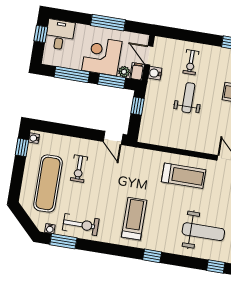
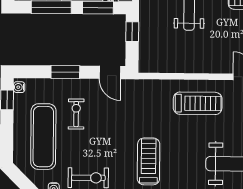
window: (75, 132) -> (65, 72), added
exercise bike: (79, 169) -> (76, 114), turned 180

